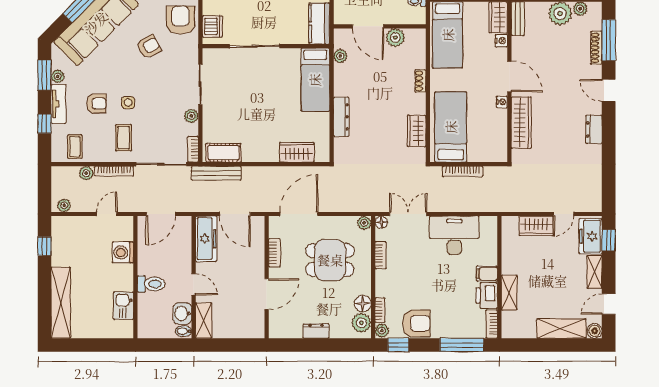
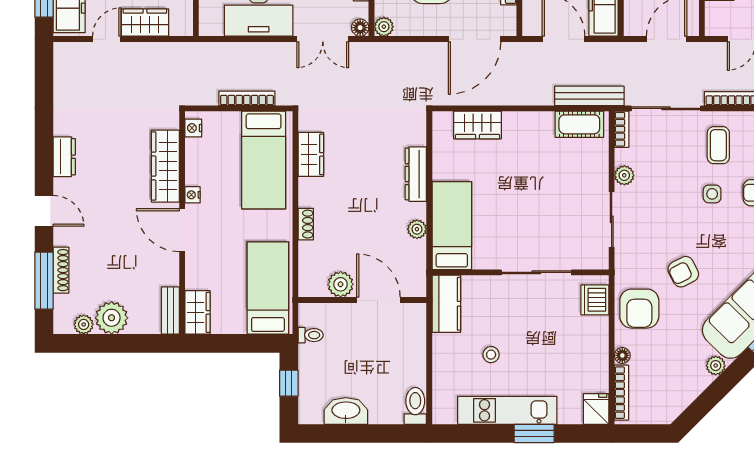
nightstand: (501, 41) -> (193, 128), moved
plant: (340, 56) -> (417, 229), moved

